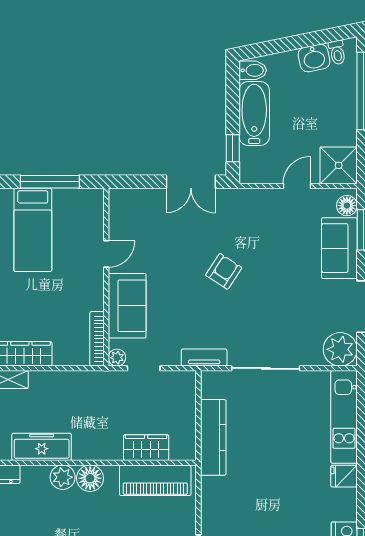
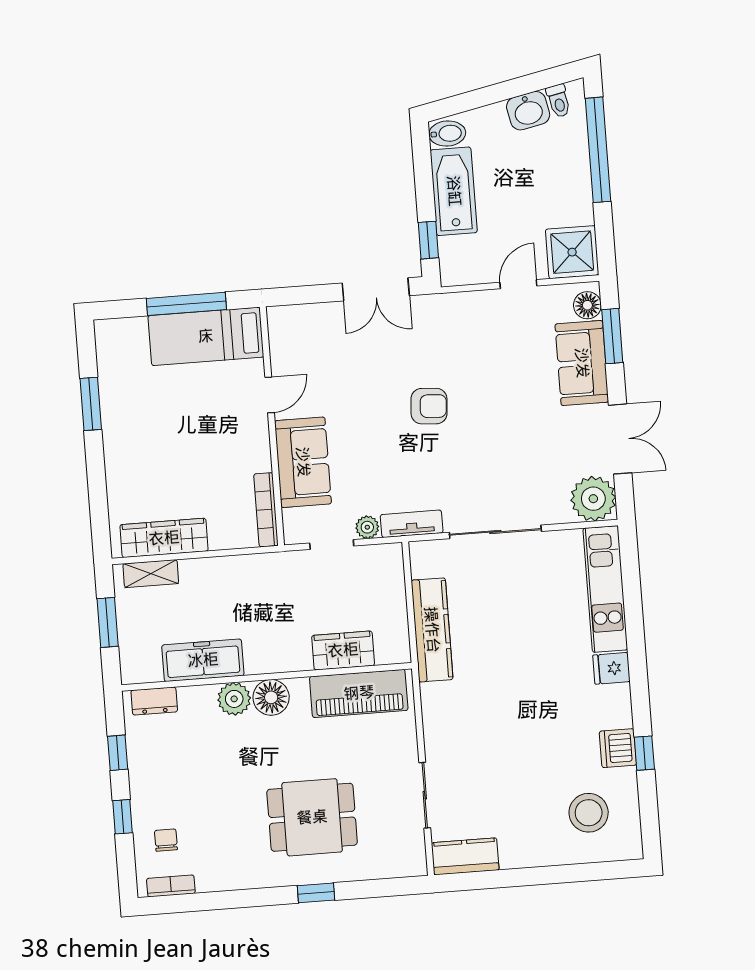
bed: (33, 230) -> (206, 336), moved, turned 90
armchair: (224, 271) -> (429, 406), turned 61
plant: (117, 358) -> (367, 527), moved

